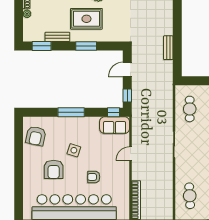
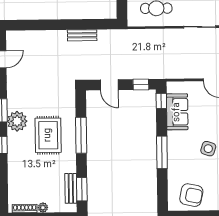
bench: (57, 37) -> (71, 188), moved
window: (86, 46) -> (81, 135), width x1.44
sofa: (115, 125) -> (177, 112), moved

